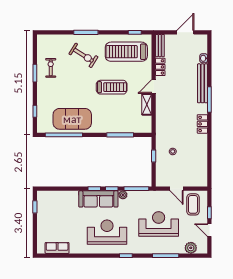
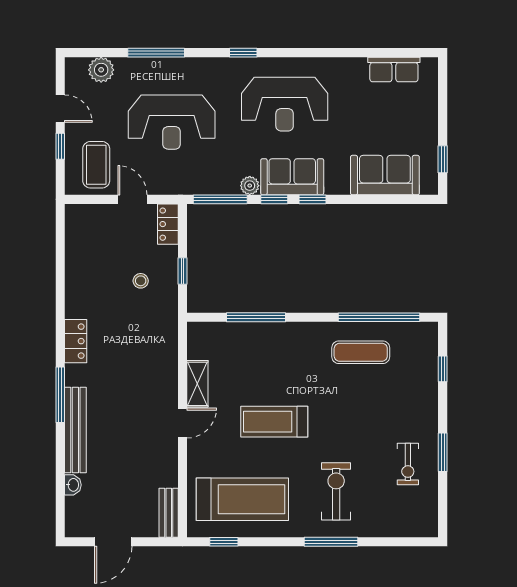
exercise bike: (83, 55) -> (336, 491), turned 58
locker: (160, 67) -> (168, 224), moved
exercise mat: (72, 119) -> (361, 352), width x0.50, depth x0.69
sofa: (98, 199) -> (292, 177), width x0.73
sofa: (61, 200) -> (385, 175), added

